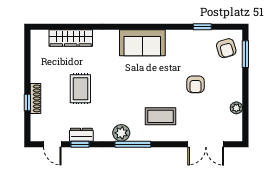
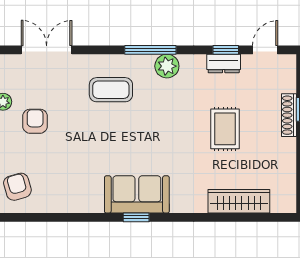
window: (202, 27) -> (136, 217), moved
armchair: (196, 84) -> (35, 121), moved
door: (52, 144) -> (265, 50), hinge flipped

